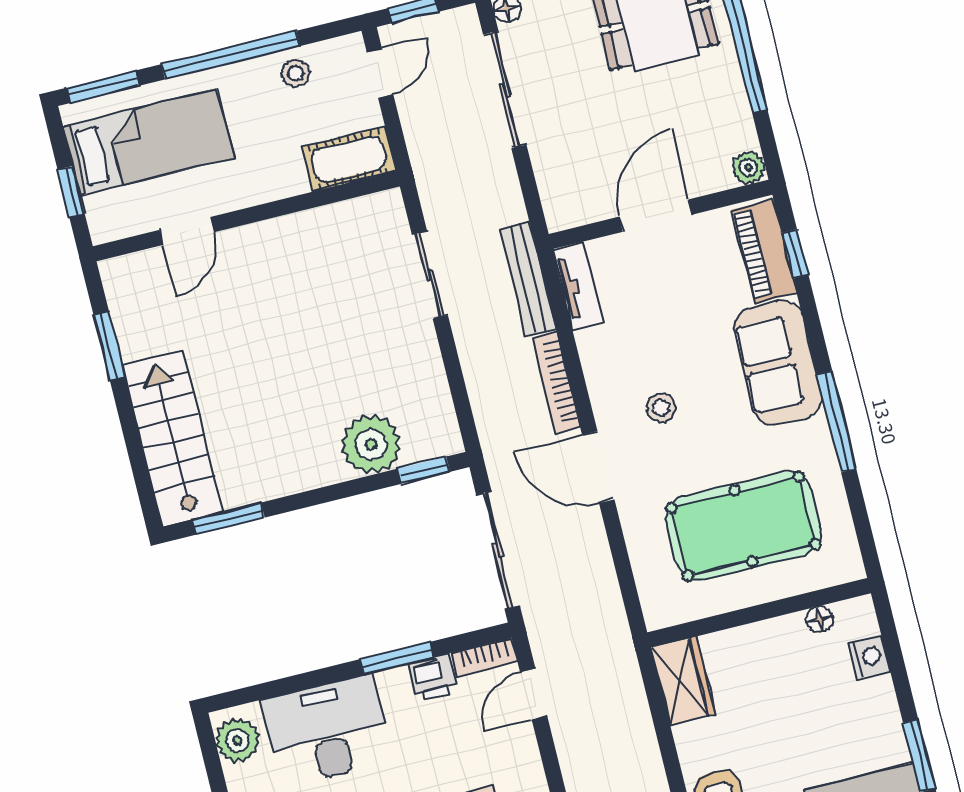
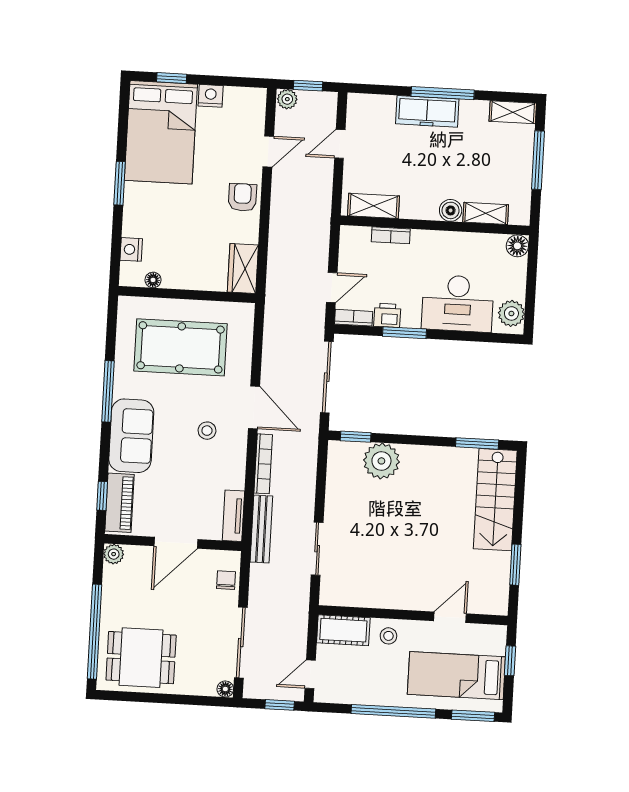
stool: (296, 73) -> (388, 636), moved
chair: (559, 181) -> (226, 580), added

